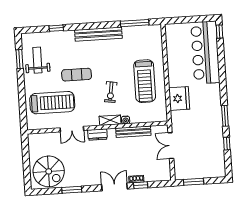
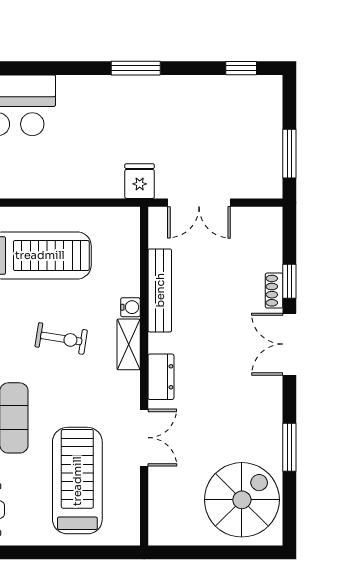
fridge: (179, 98) -> (140, 181), moved, width x0.53, depth x0.75
window: (227, 144) -> (241, 68), moved

